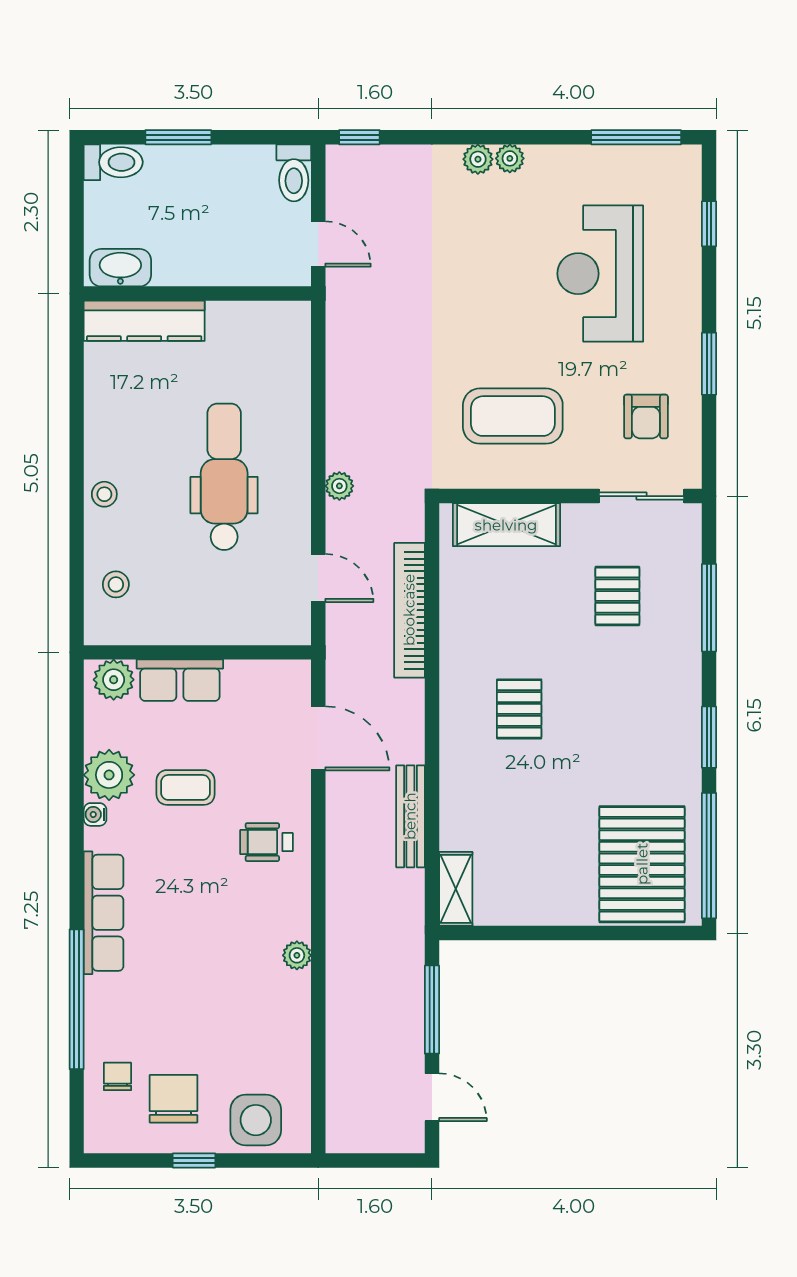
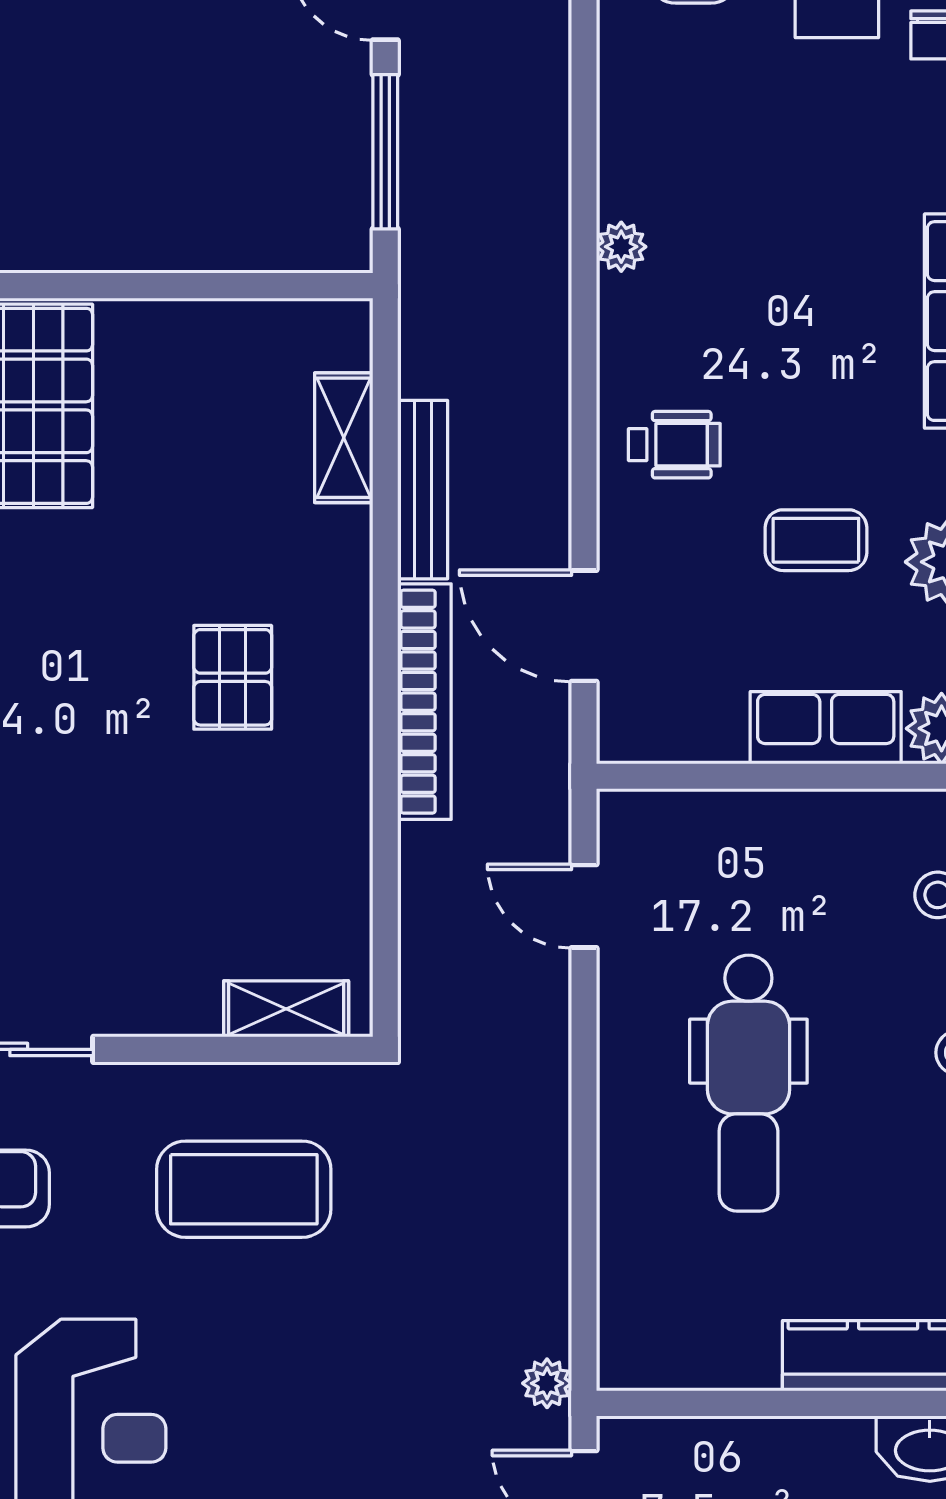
plant: (339, 486) -> (547, 1383), moved
shelving: (506, 525) -> (286, 1009), width x0.67, depth x0.75
pallet: (617, 596) -> (61, 875), removed
bookcase: (409, 610) -> (424, 702), moved
shelving: (456, 889) -> (344, 438), moved

